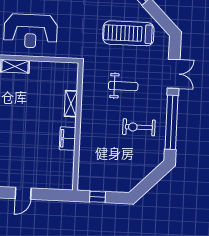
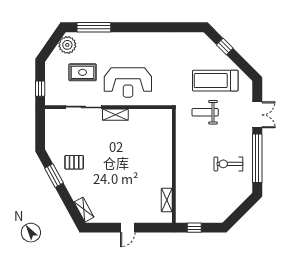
weight bench: (123, 86) -> (205, 112), moved, turned 180
shelving: (71, 104) -> (167, 200), moved
filing cabinet: (68, 139) -> (165, 177), removed

